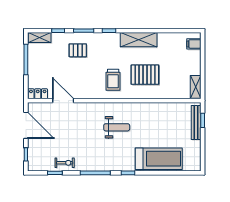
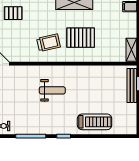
trolley: (113, 80) -> (49, 43), turned -103
treadmill: (159, 159) -> (95, 122), width x0.73, depth x0.73

